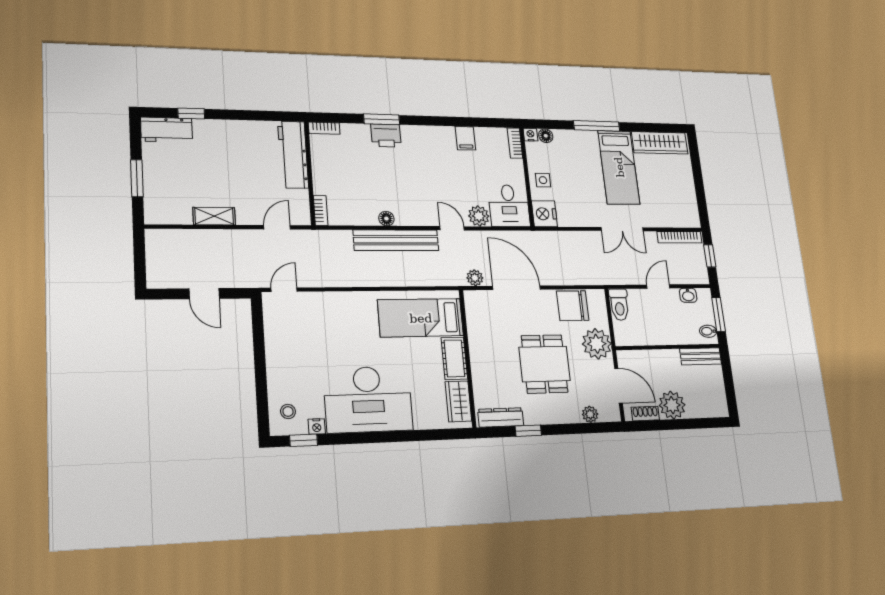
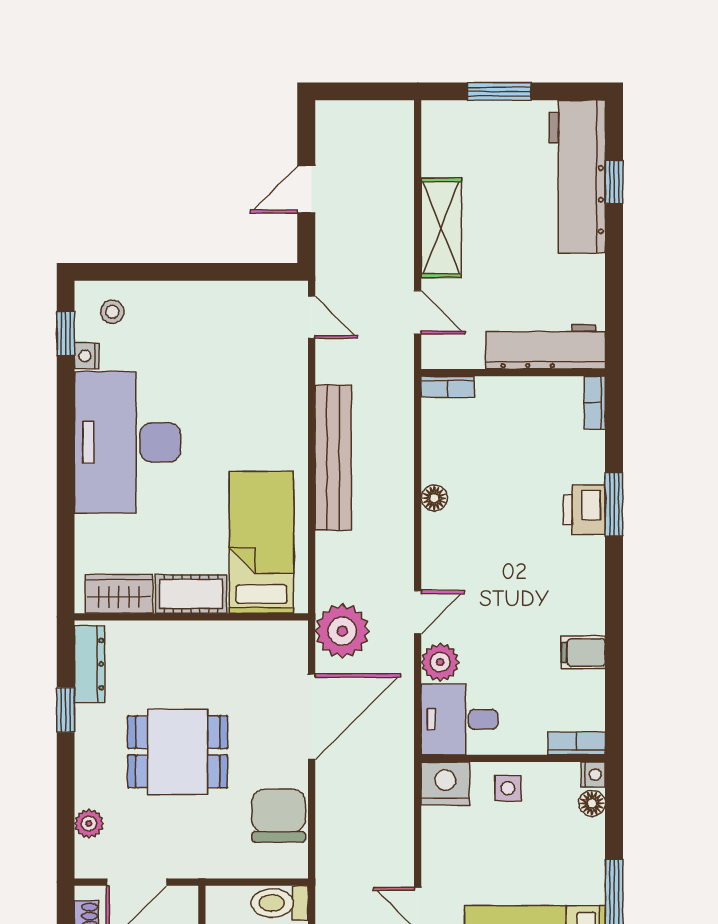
workbench: (167, 130) -> (577, 177), width x1.88, depth x1.32
shelving: (214, 216) -> (441, 228), width x1.50, depth x1.33
bench: (396, 240) -> (333, 458), moved
plant: (475, 278) -> (342, 631), width x1.87, depth x1.87
plant: (597, 344) -> (210, 852), removed

